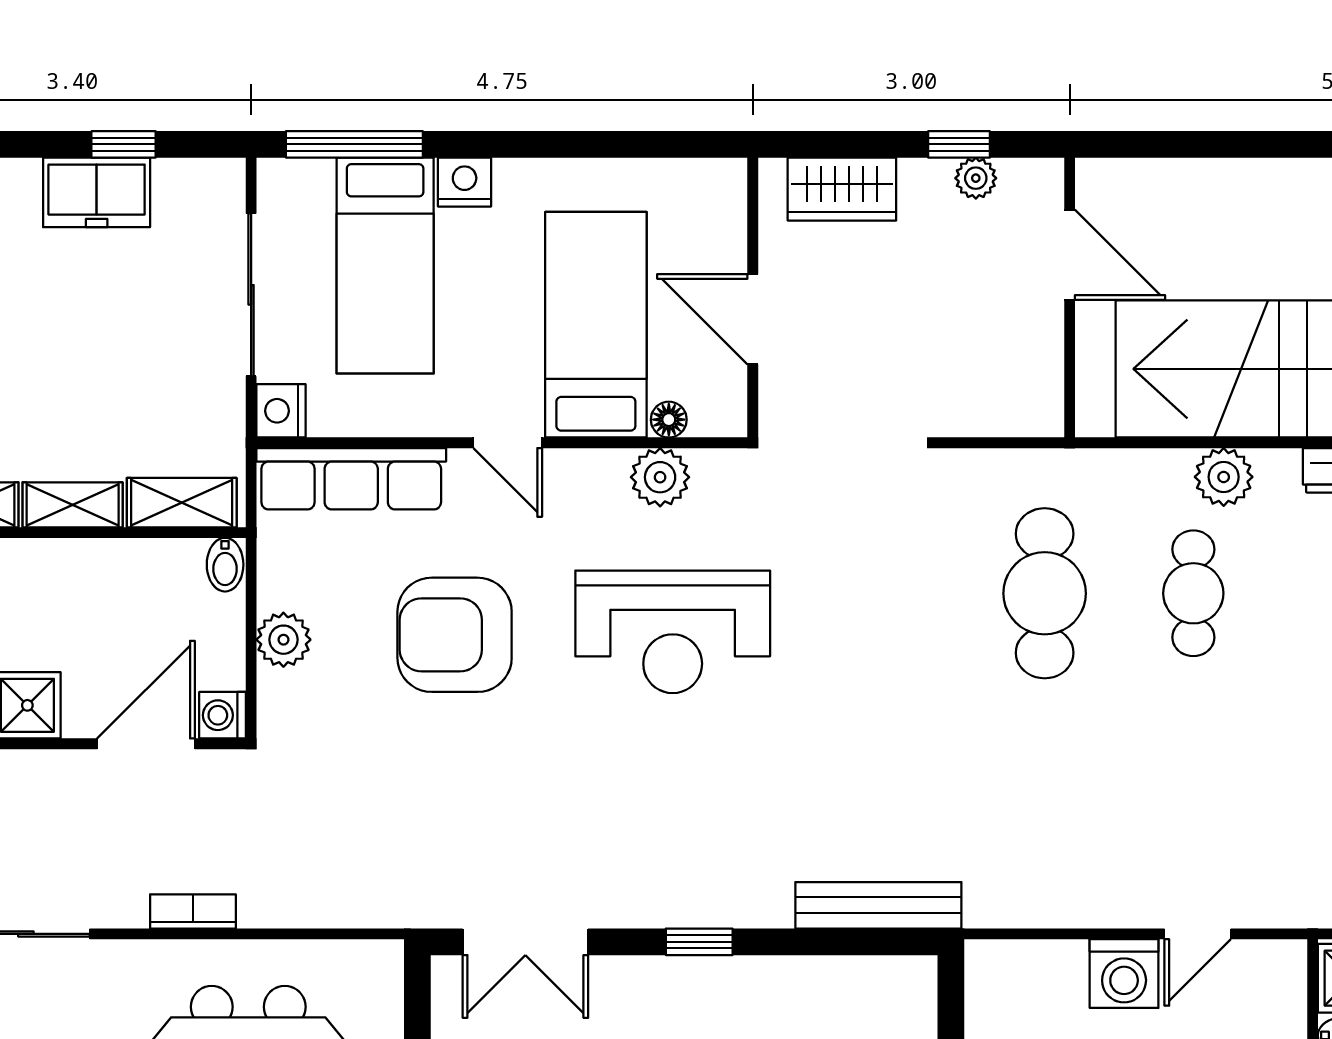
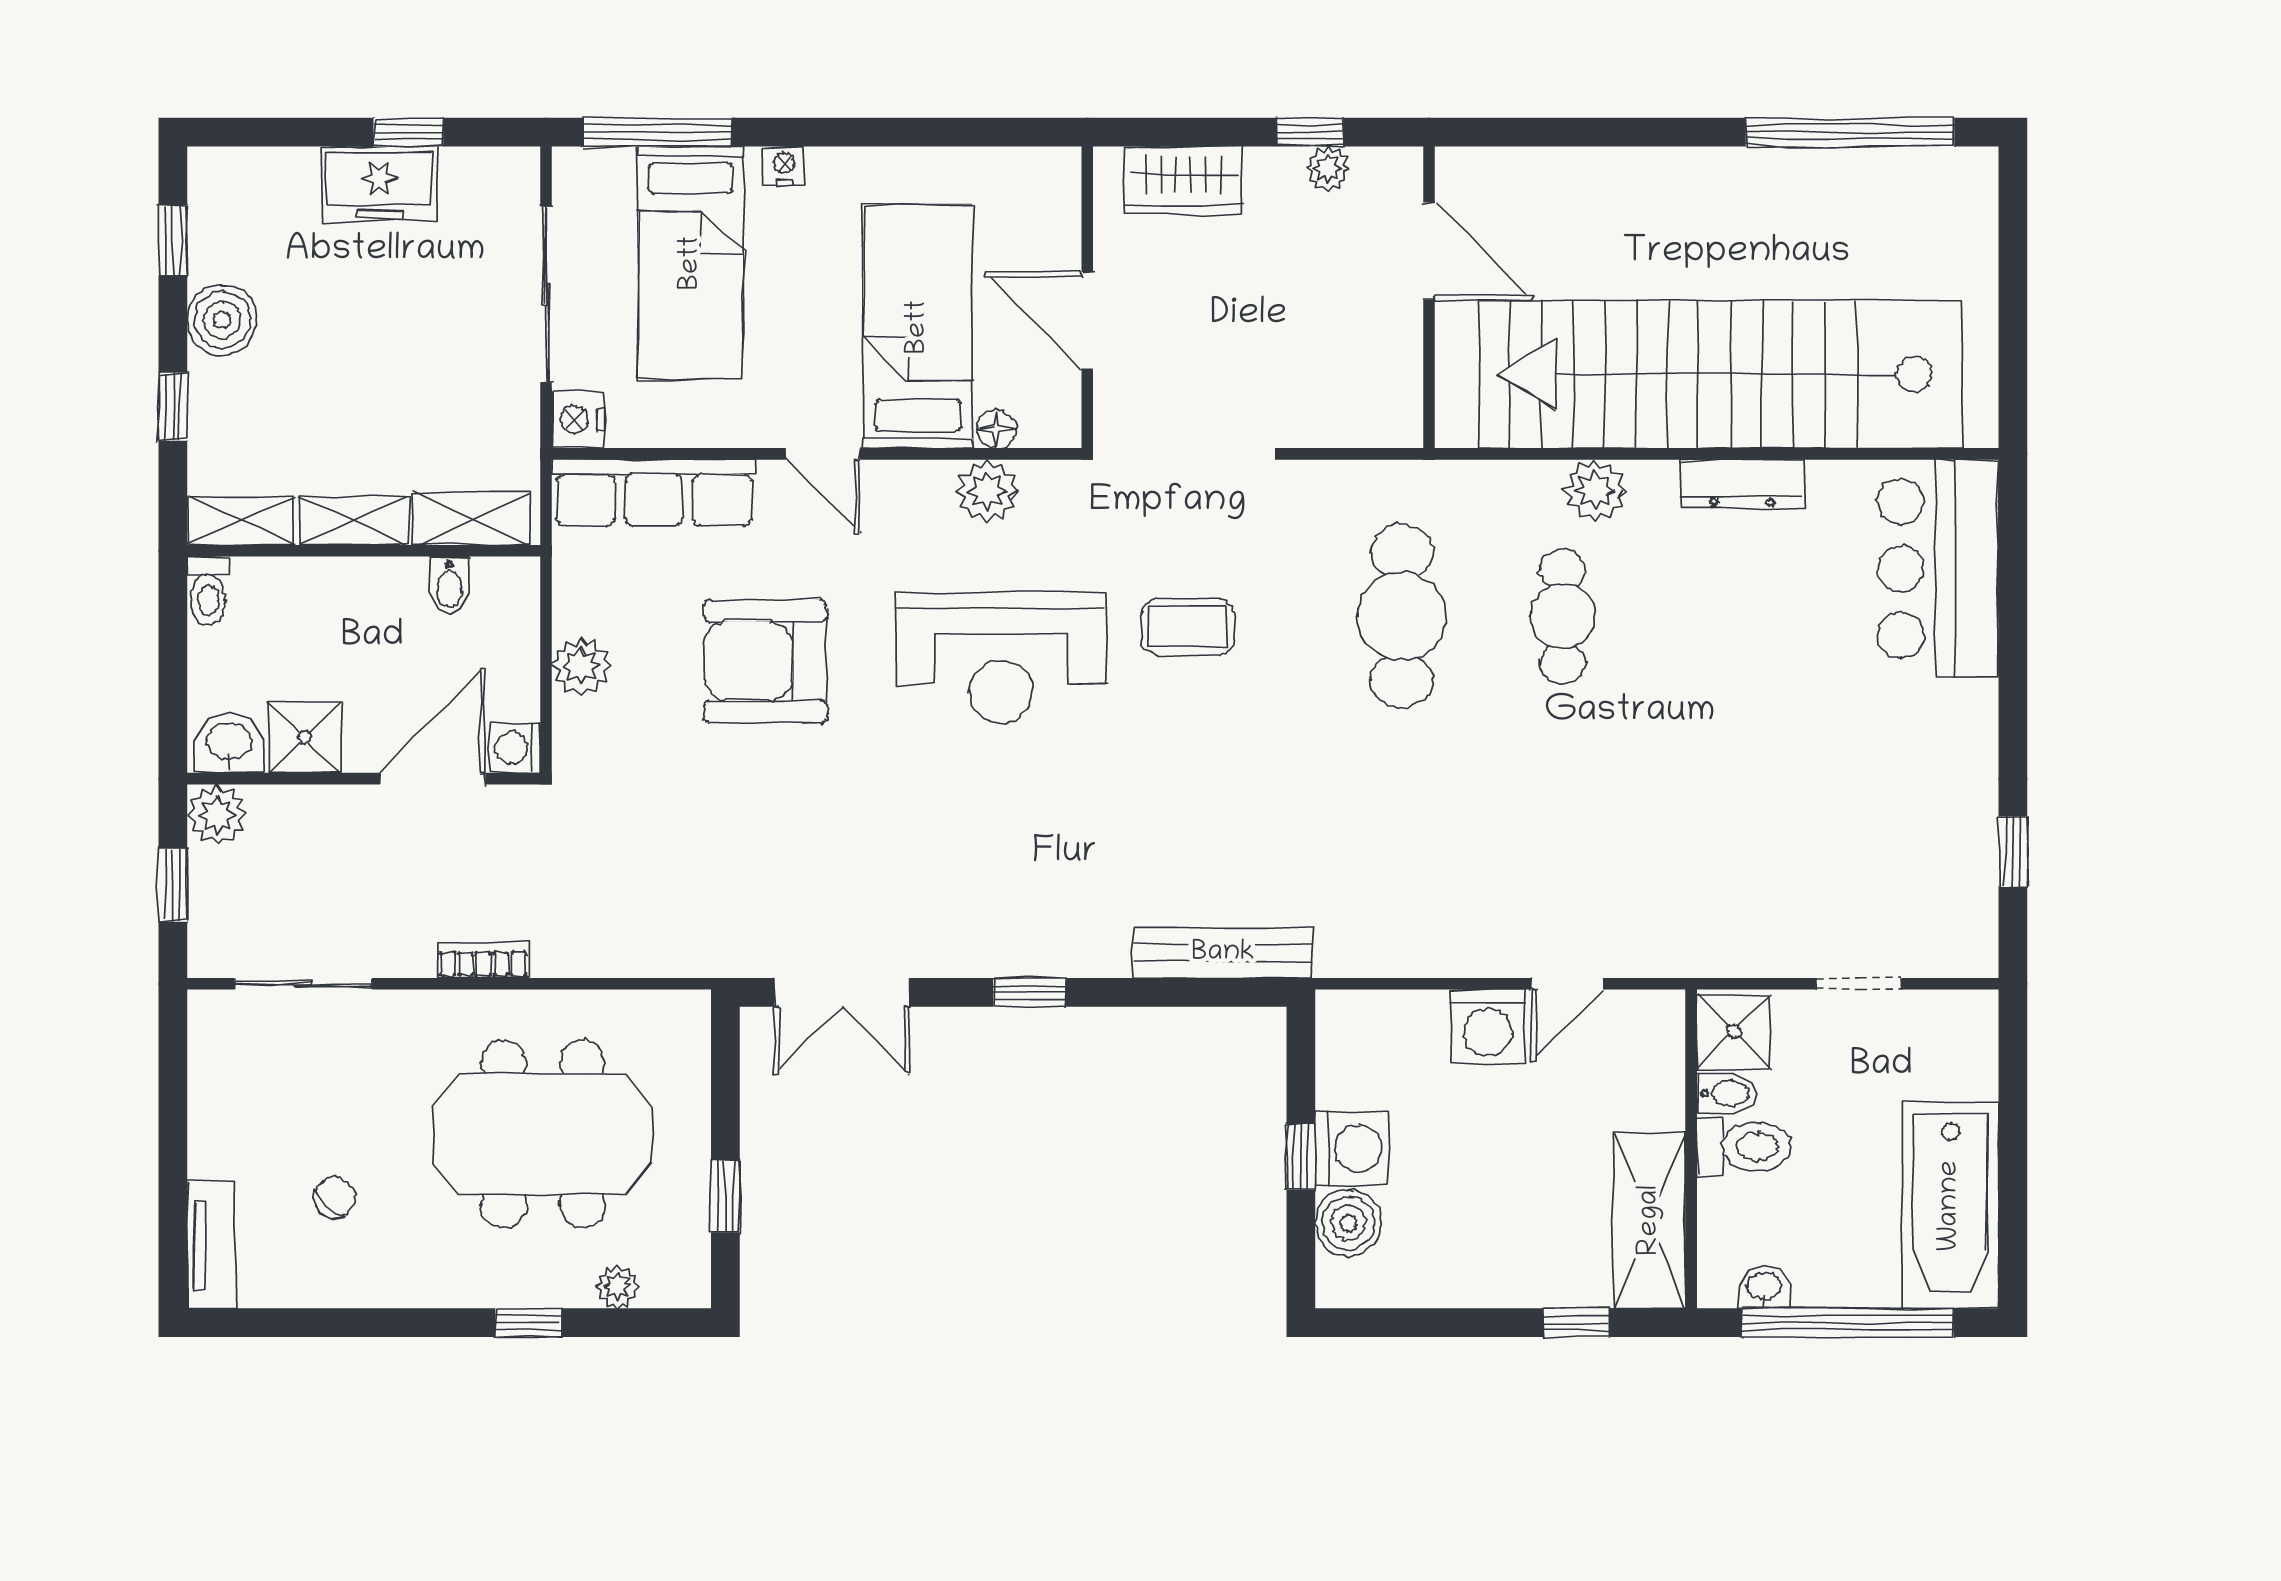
nightstand: (465, 182) -> (784, 166), width x0.72, depth x0.74
bidet: (225, 565) -> (449, 585), moved
coffee table: (846, 603) -> (1188, 627), added

